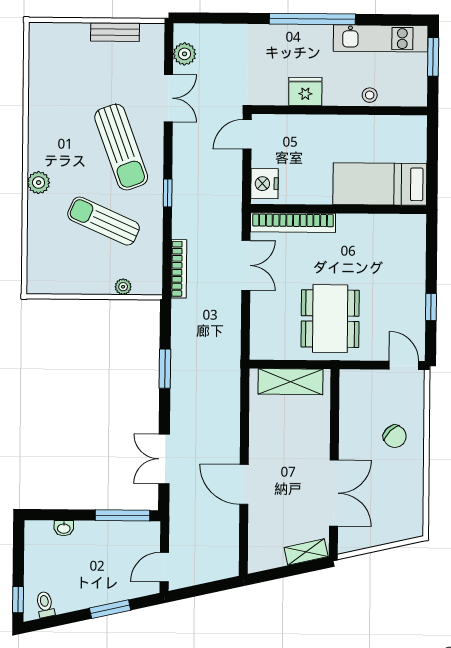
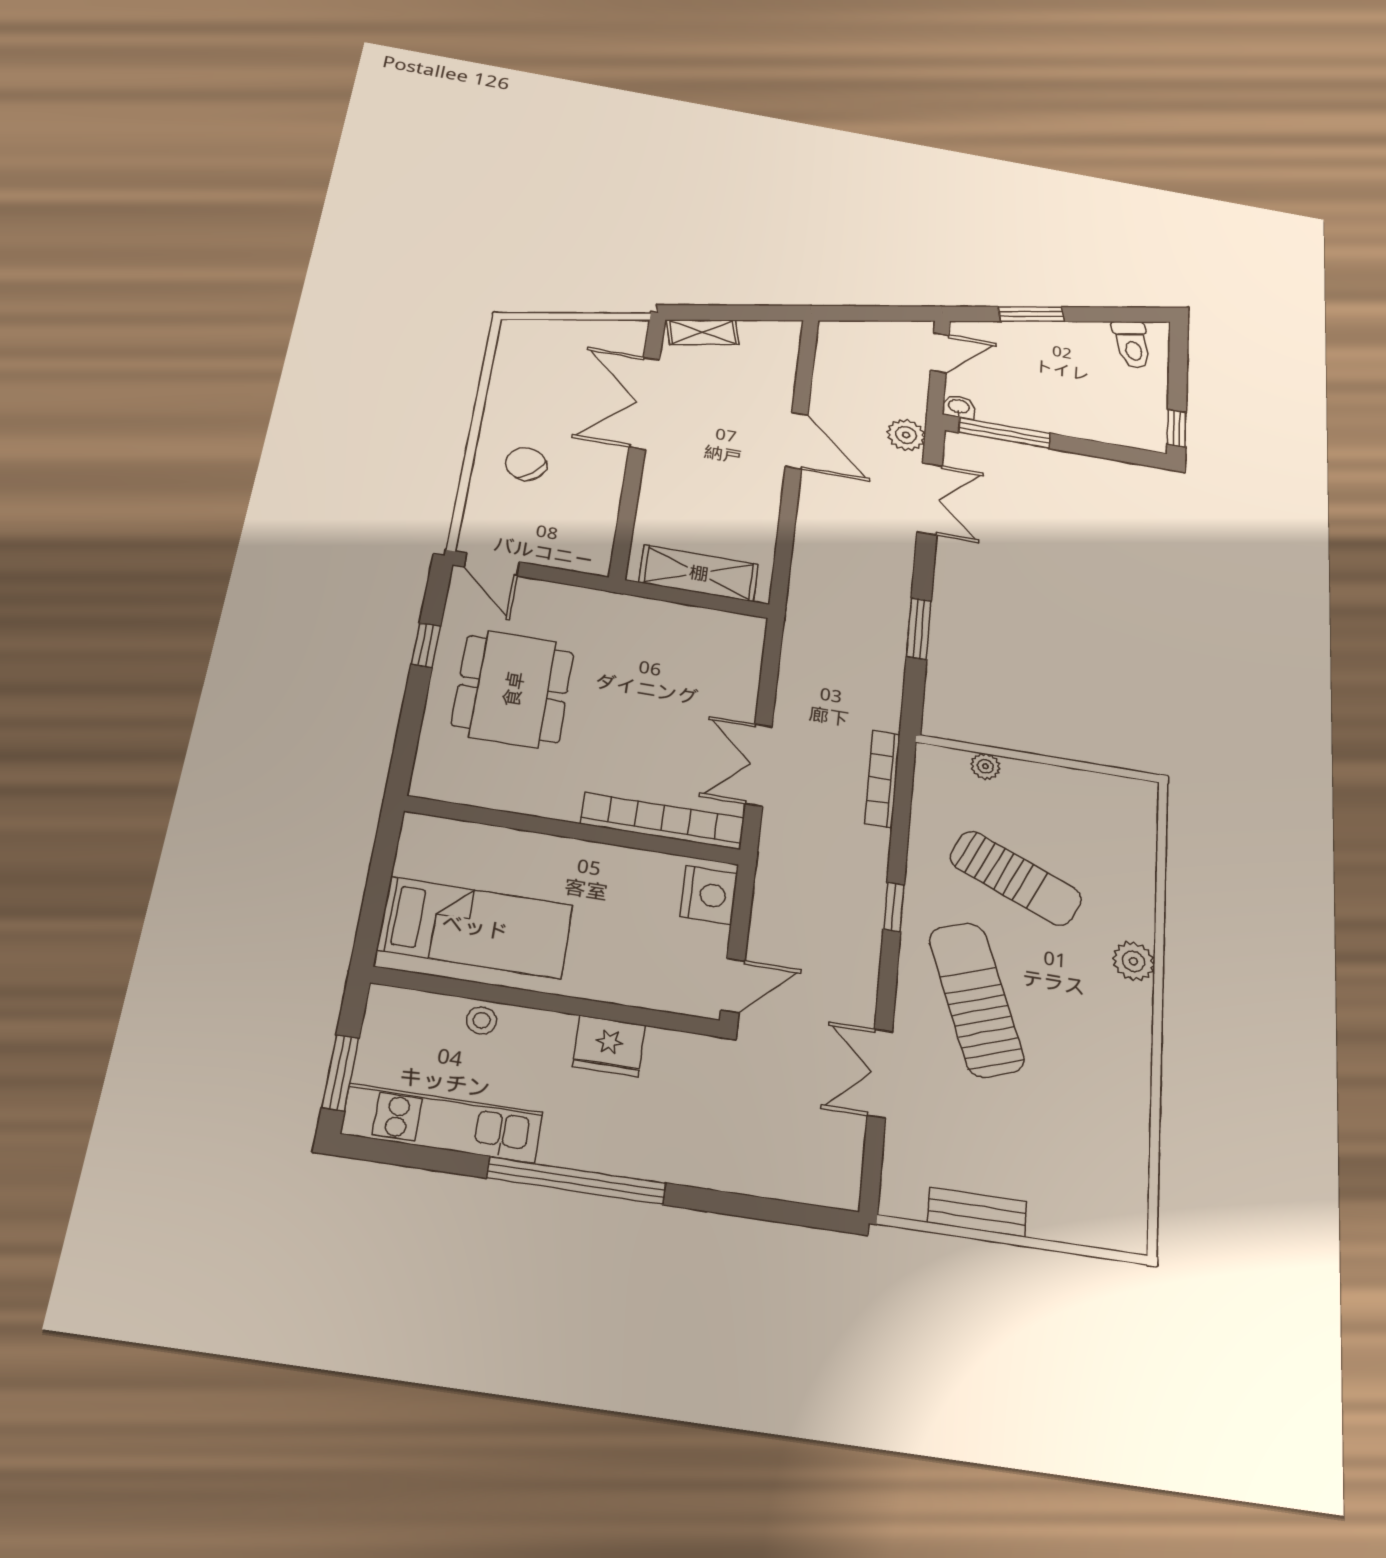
plant: (185, 54) -> (906, 435), moved
bed: (380, 184) -> (475, 927), moved
dining table: (330, 319) -> (513, 689), moved
washbasin: (64, 528) -> (959, 407), moved
window: (18, 600) -> (1177, 428), moved
toilet: (45, 604) -> (1132, 345), width x1.37, depth x1.39

